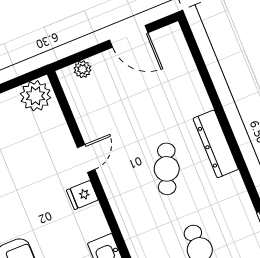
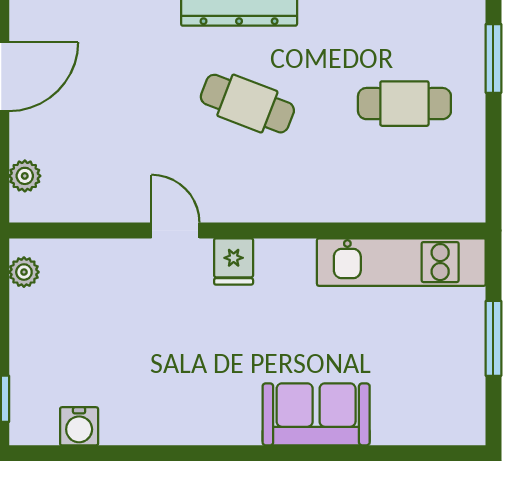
plant: (36, 96) -> (24, 272), width x0.53, depth x0.53

